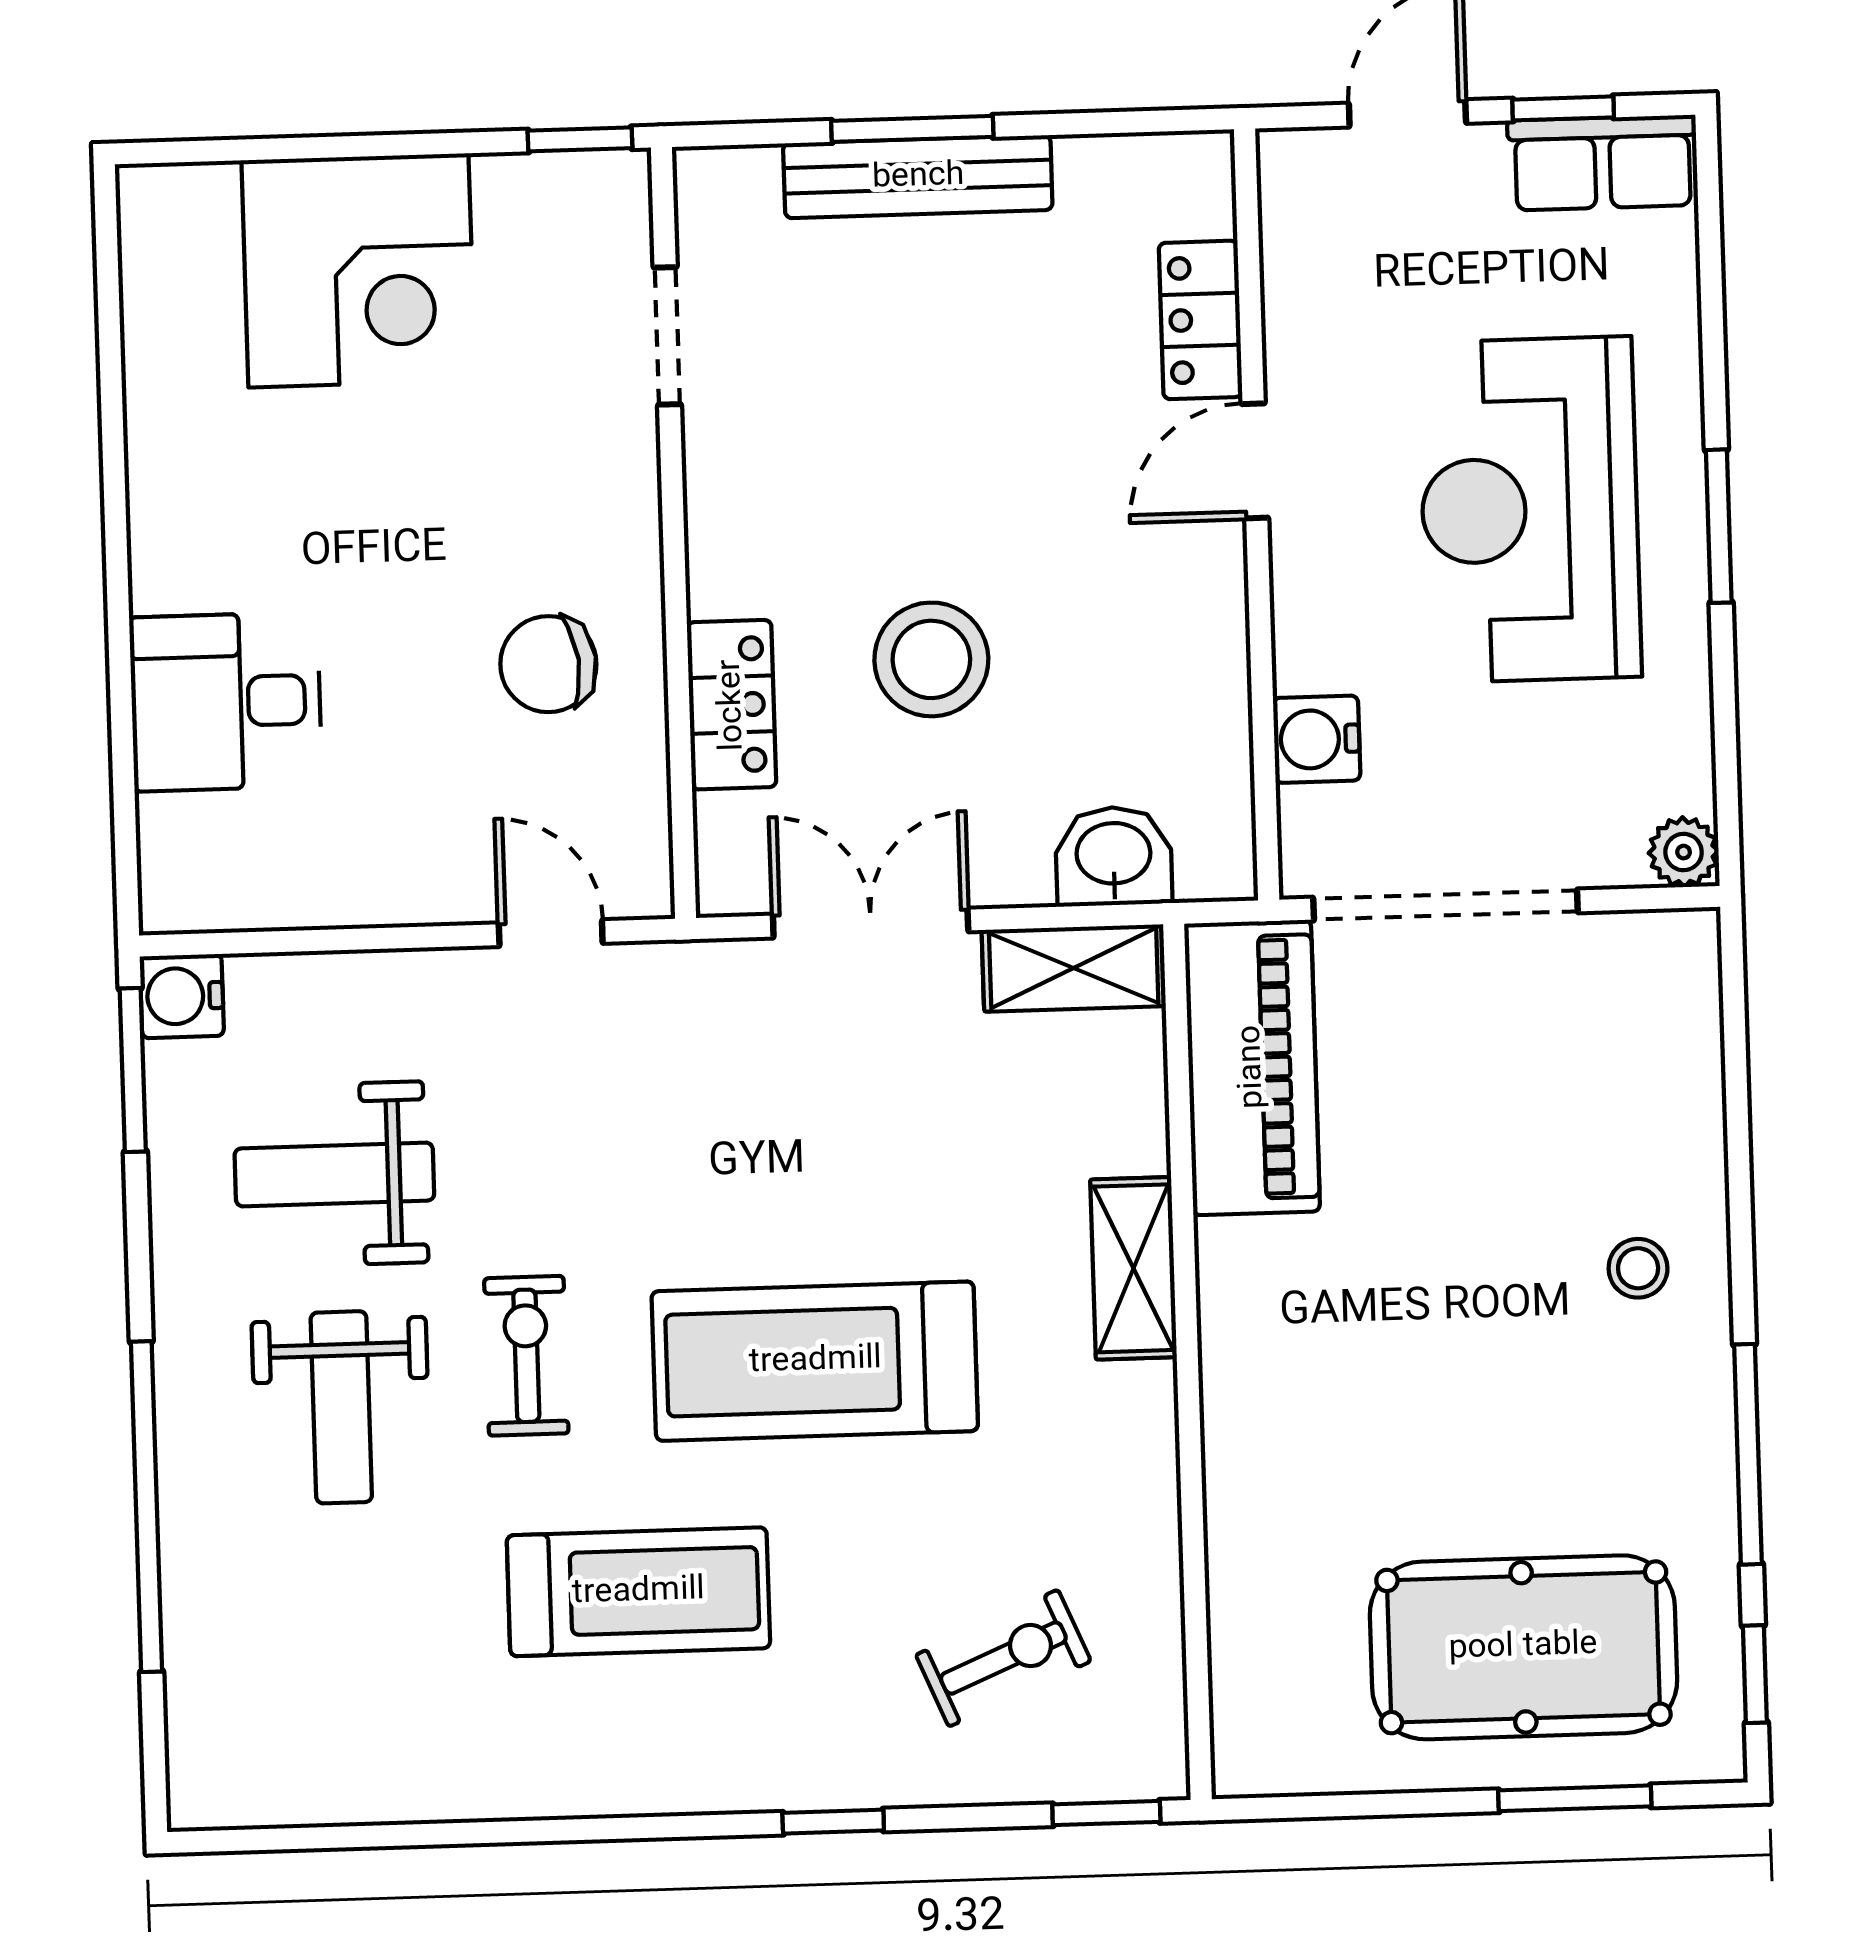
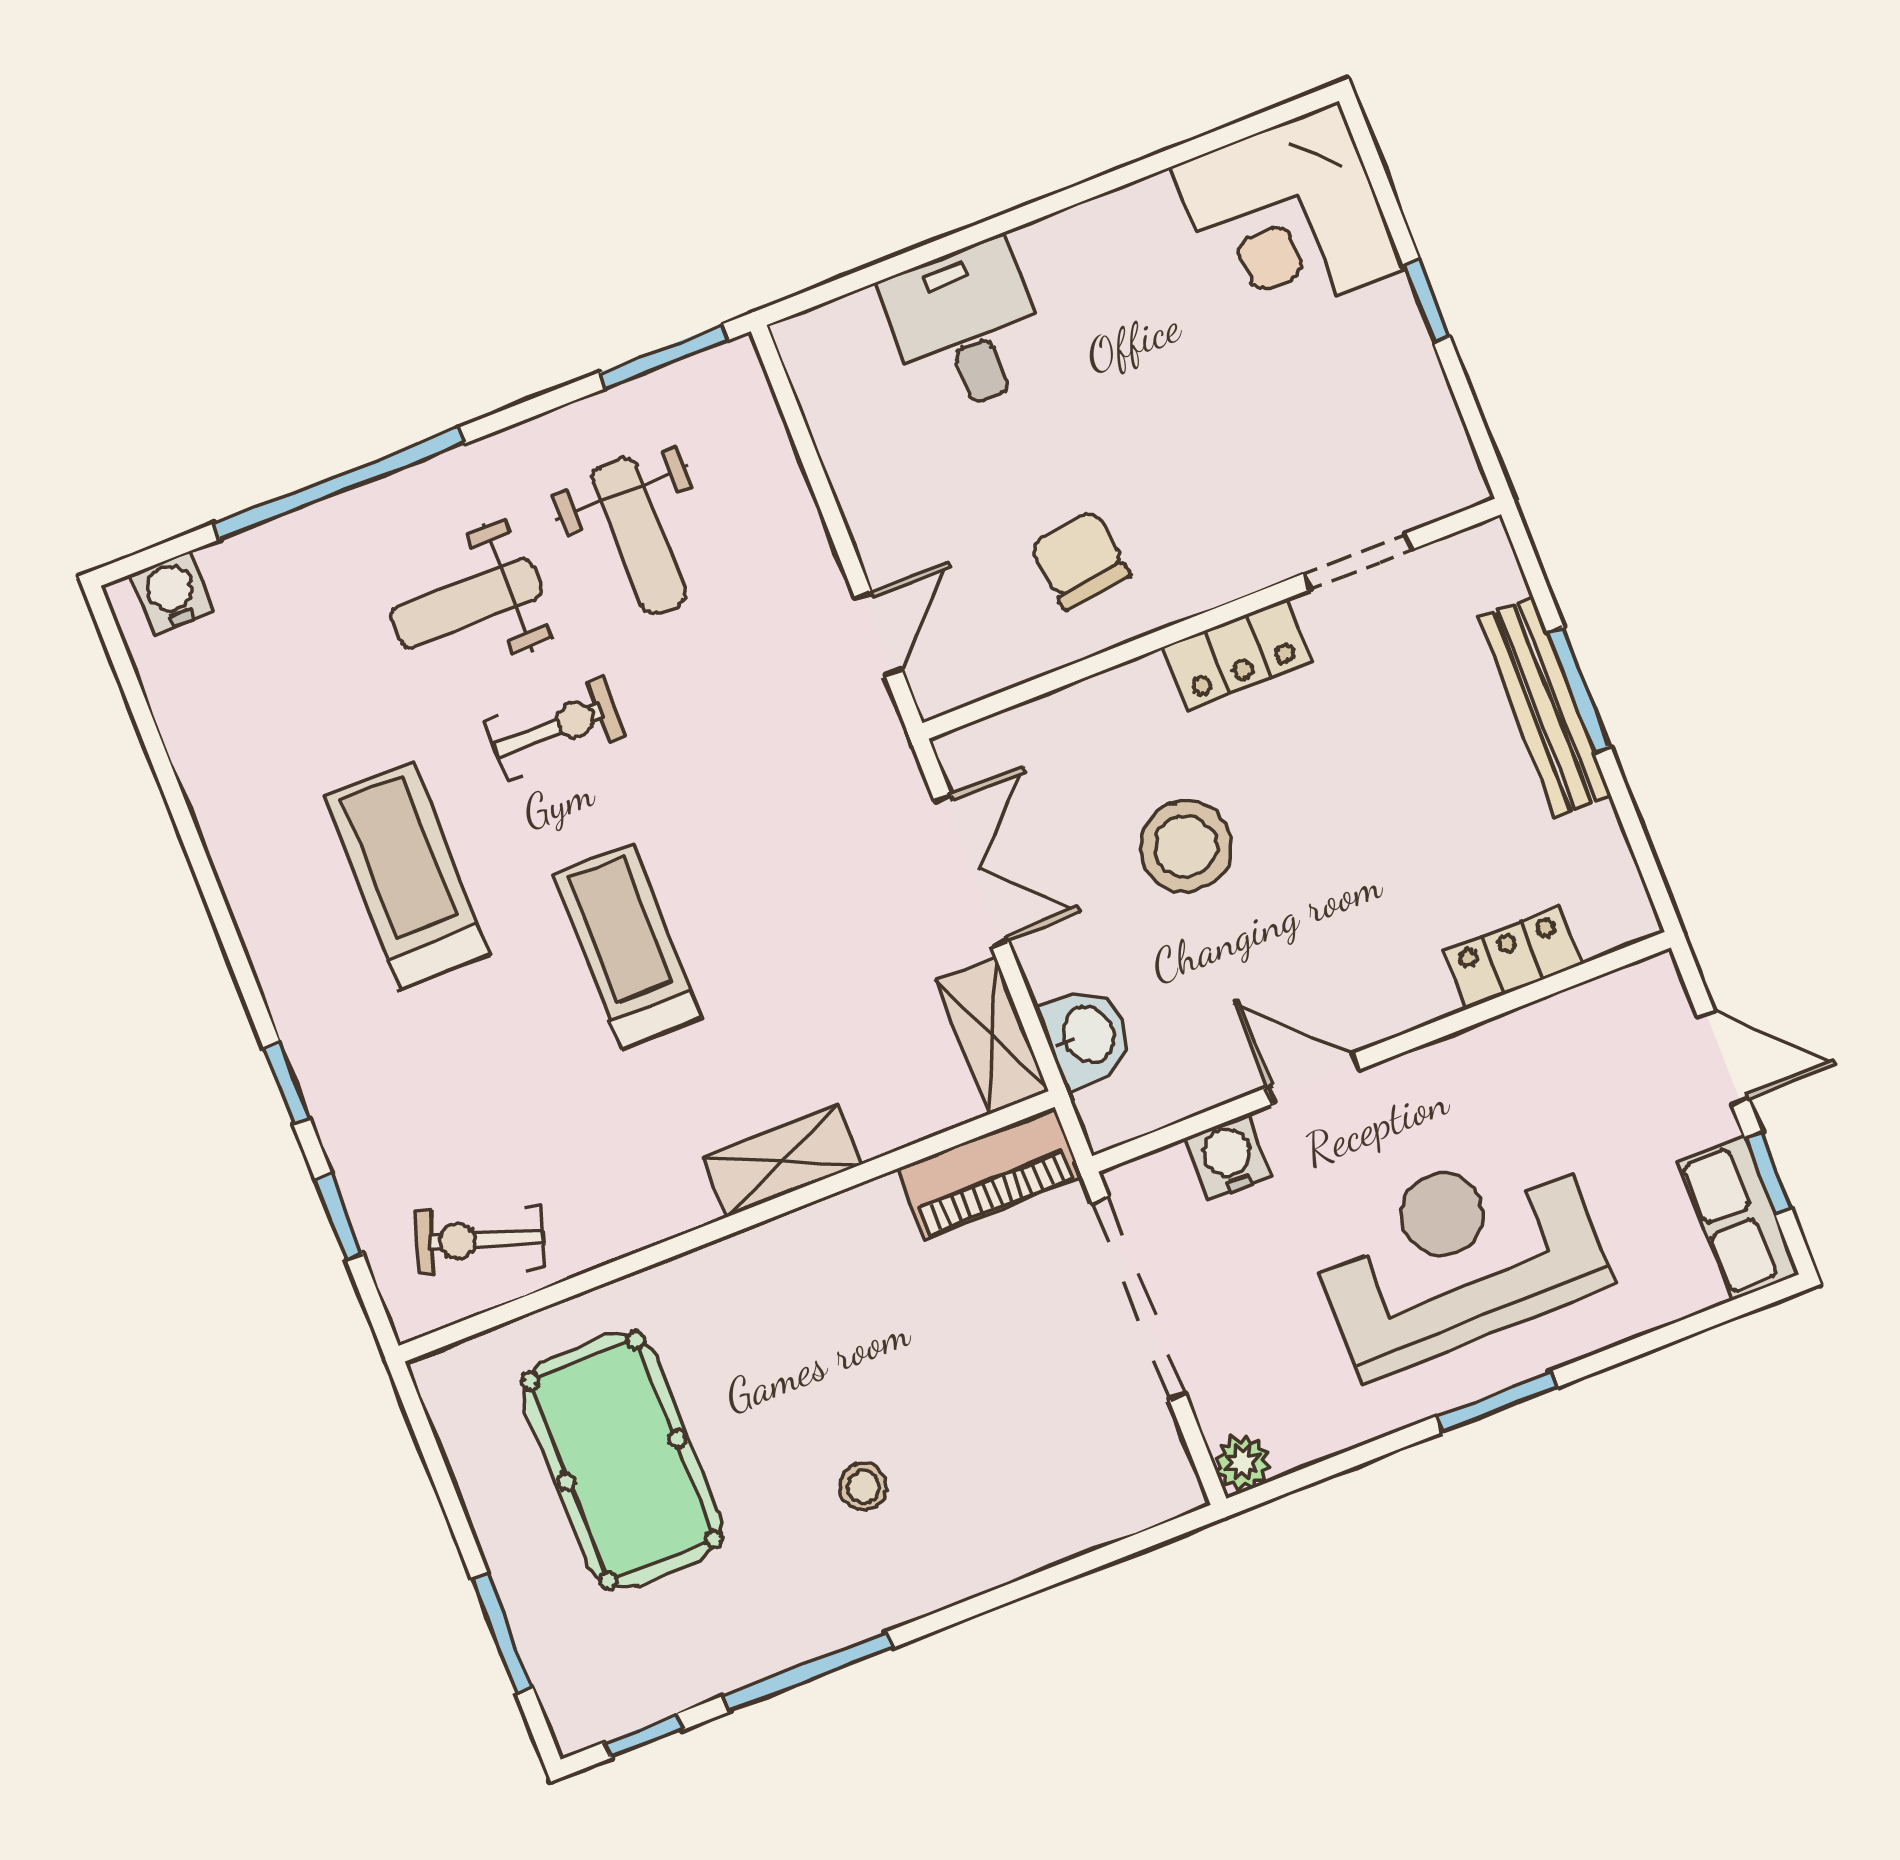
window: (580, 139) -> (1427, 301), moved
corner desk: (358, 270) -> (1288, 218), moved
door: (1255, 461) -> (1313, 1079), moved
locker: (732, 705) -> (1237, 654), moved
water cooler: (182, 996) -> (172, 593), moved
piano: (1252, 1067) -> (989, 1173), width x0.73, depth x0.75
weight bench: (334, 1175) -> (639, 536), turned 180
stool: (1638, 1268) -> (863, 1487), moved
treadmill: (815, 1361) -> (627, 946), width x0.73, depth x0.73
treadmill: (638, 1592) -> (407, 876), turned 180
pool table: (1523, 1647) -> (622, 1460), moved
exercise bike: (1003, 1658) -> (480, 1240), moved, turned 132
window: (1106, 1813) -> (339, 1217), moved

